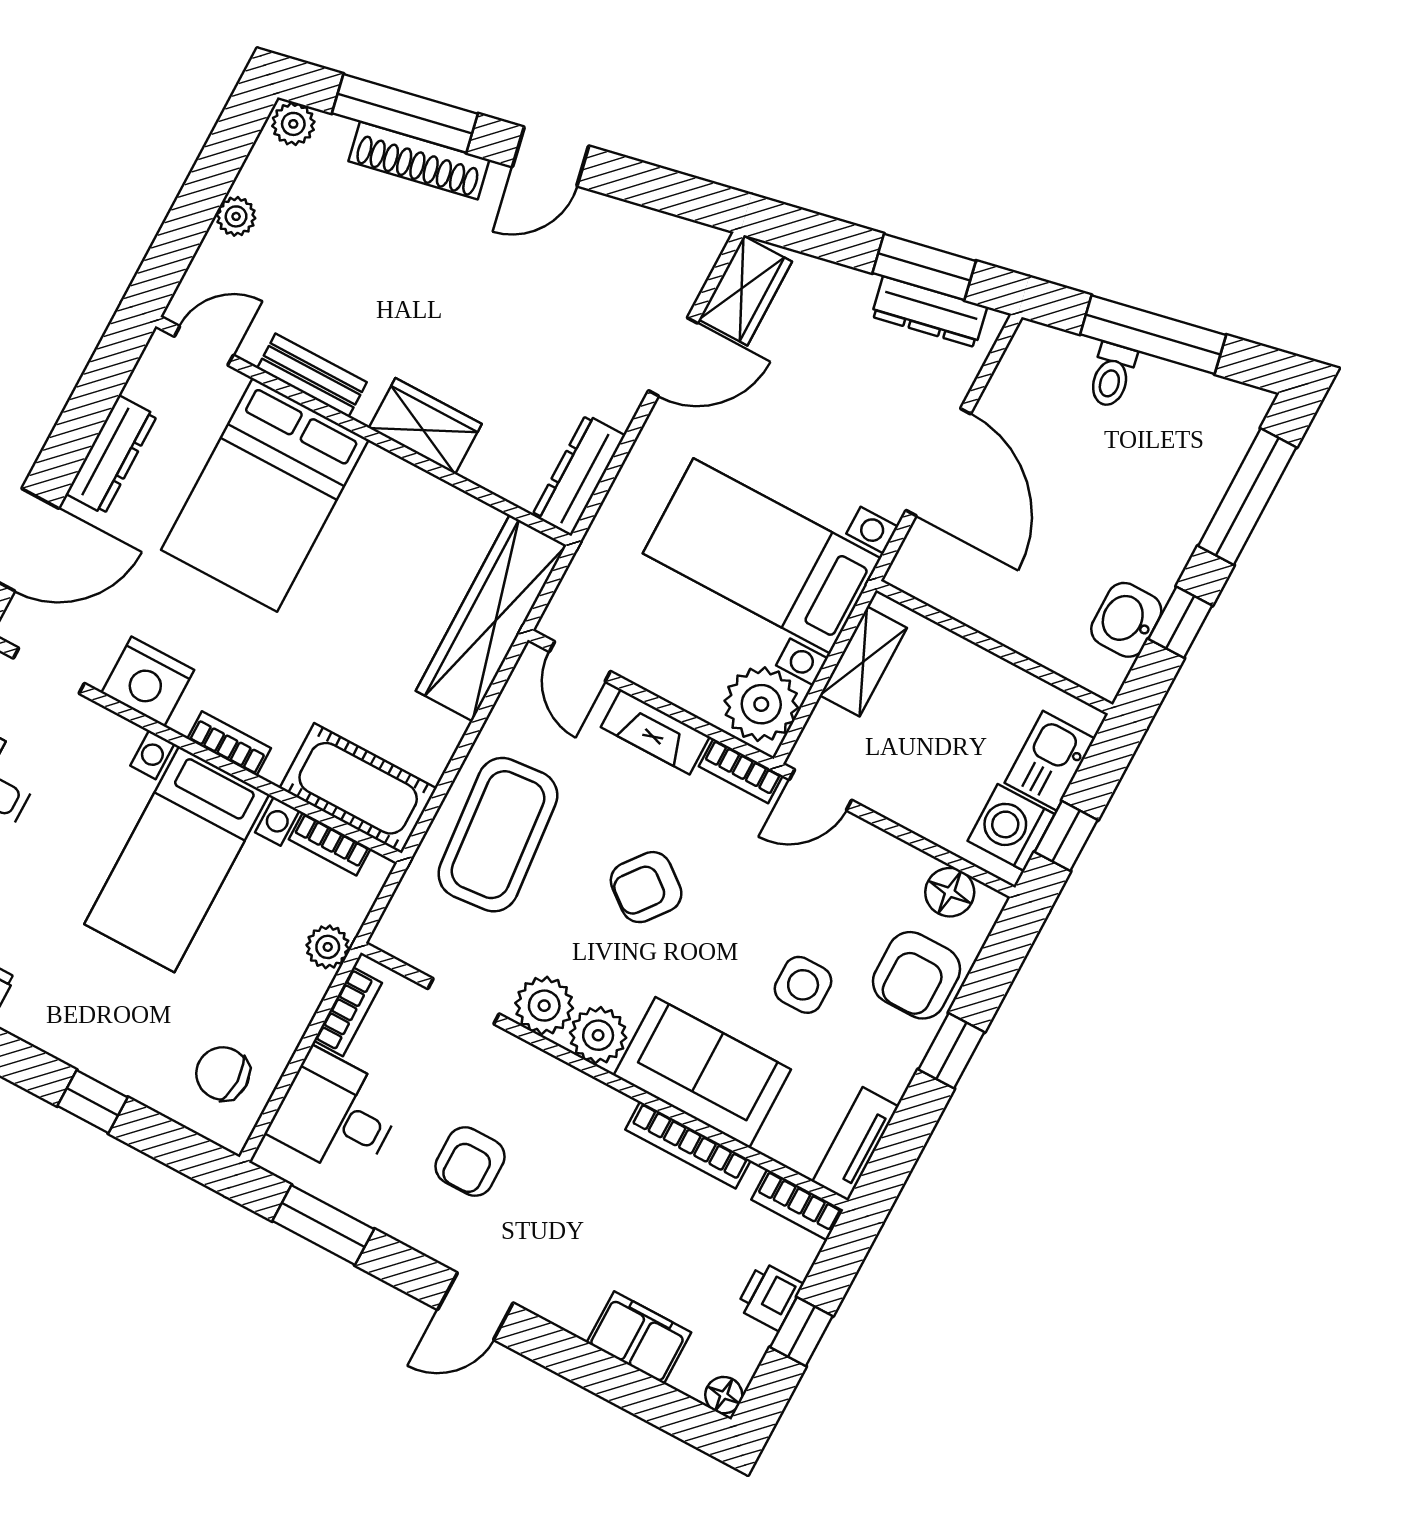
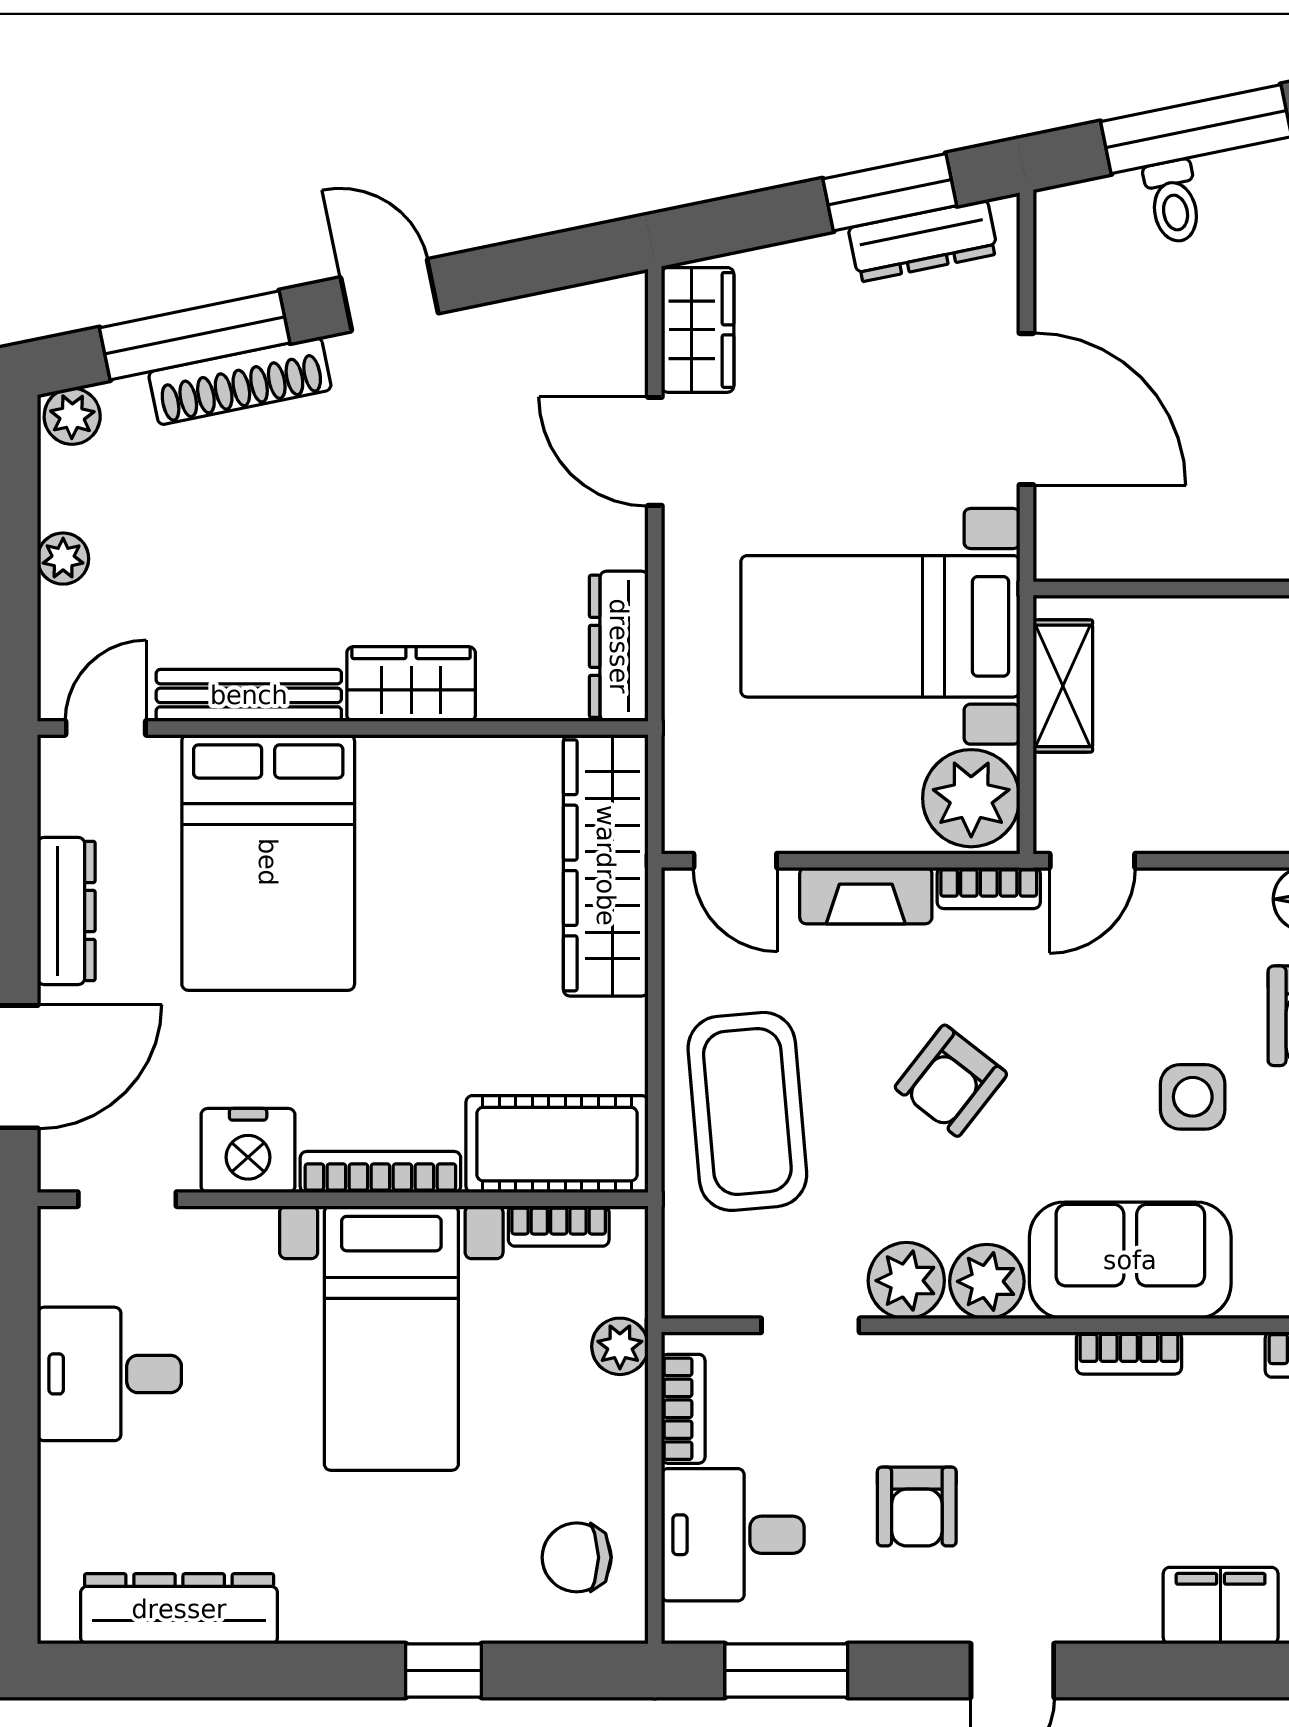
door: (550, 156) -> (389, 295), swing flipped
door: (673, 357) -> (655, 451), swing flipped
bench: (312, 375) -> (249, 695), width x1.36
bookcase: (229, 743) -> (380, 1172), width x1.56
bookcase: (688, 1145) -> (1129, 1353), width x0.64

